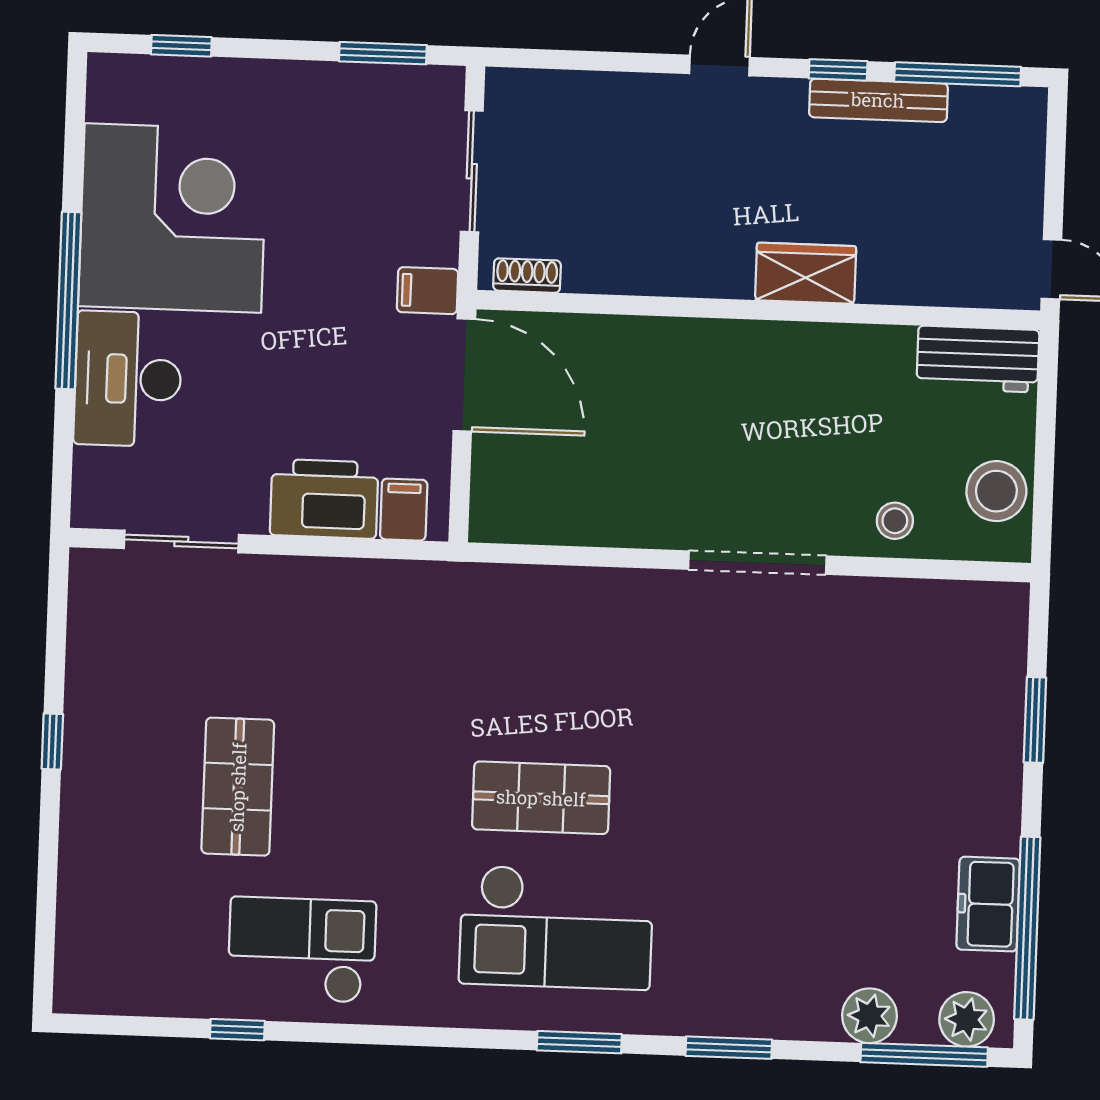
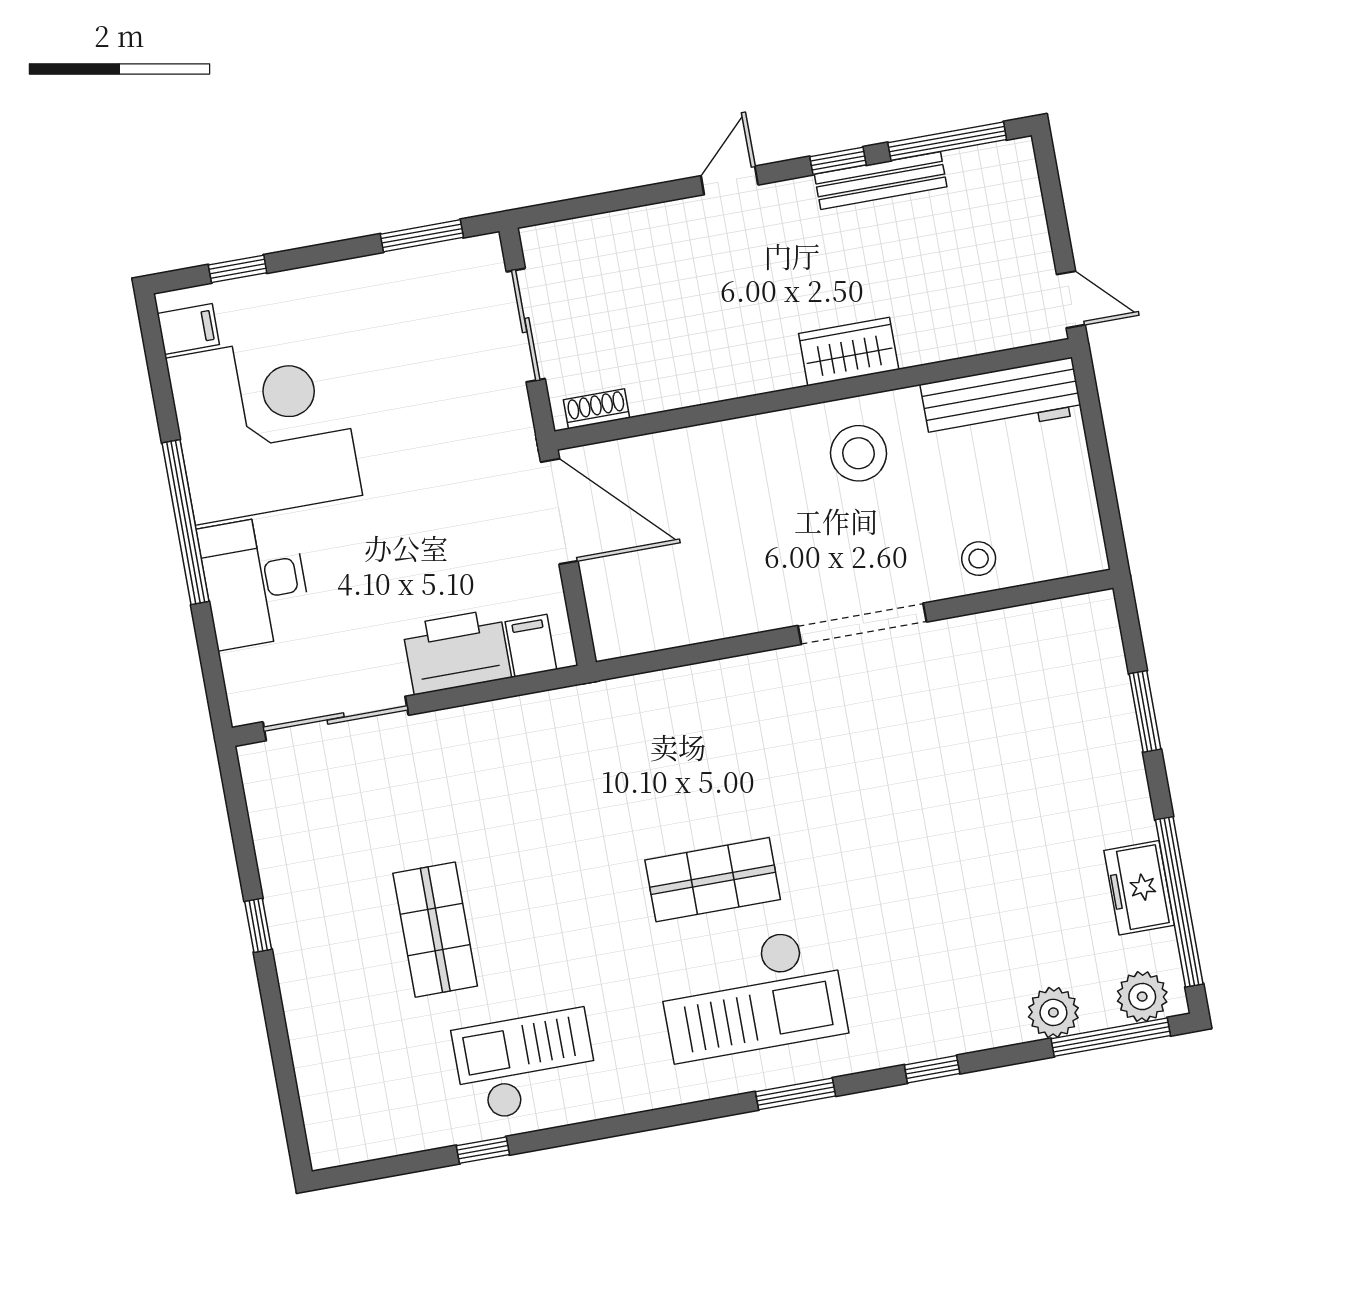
filing cabinet: (428, 291) -> (188, 329), moved, turned 180
workbench: (978, 359) -> (1001, 399), width x1.38
stool: (996, 491) -> (859, 453), moved
sliding door: (181, 542) -> (336, 718), width x1.37
window: (729, 1048) -> (932, 1069), width x0.67

